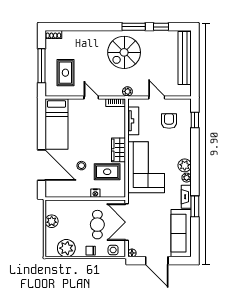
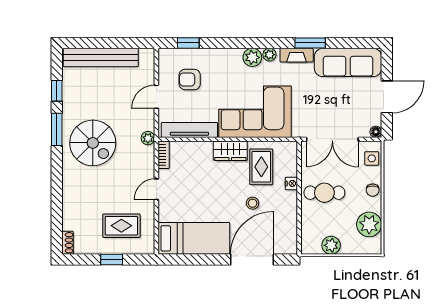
window: (41, 66) -> (112, 260), width x0.46
tv unit: (133, 121) -> (189, 130), width x1.41
cafe table: (97, 225) -> (324, 193), moved

